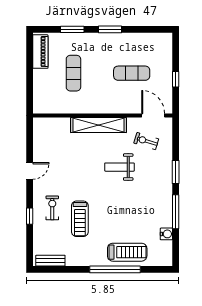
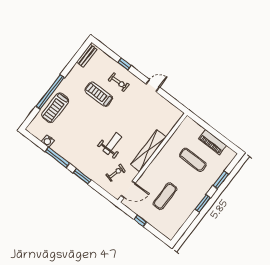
piano: (40, 52) -> (213, 142), moved
door: (30, 171) -> (153, 86), swing flipped

